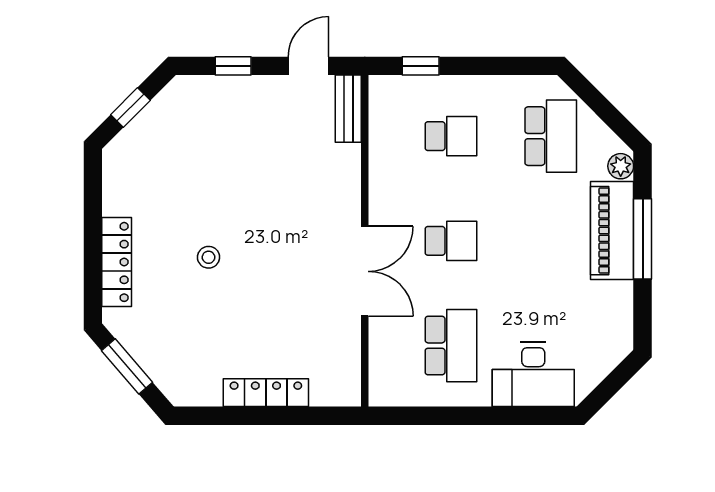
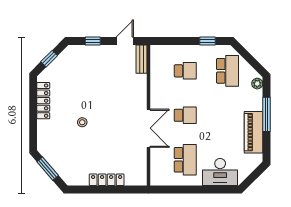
window: (421, 66) -> (207, 41), moved
piano: (612, 231) -> (254, 132), moved
locker: (117, 262) -> (43, 101), moved

